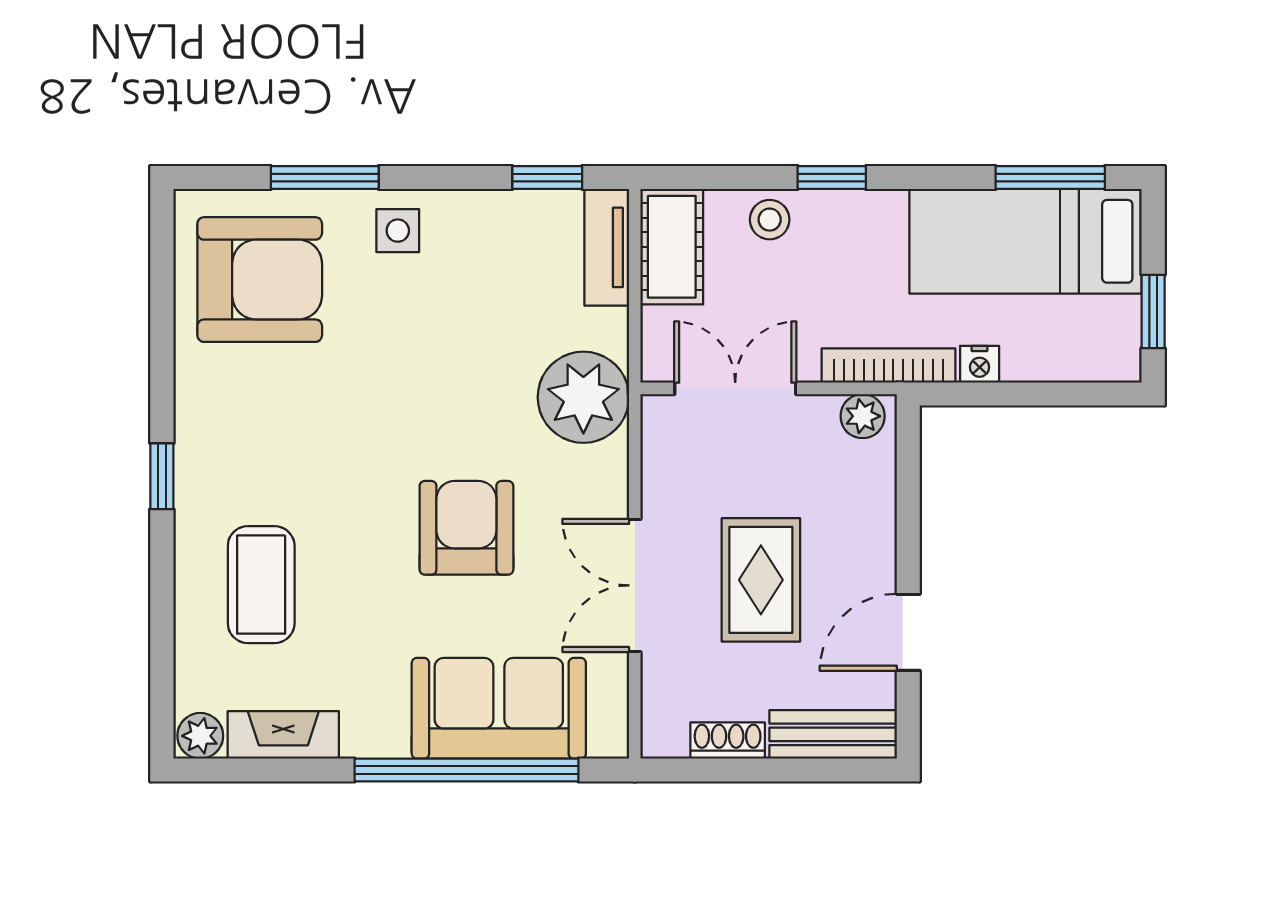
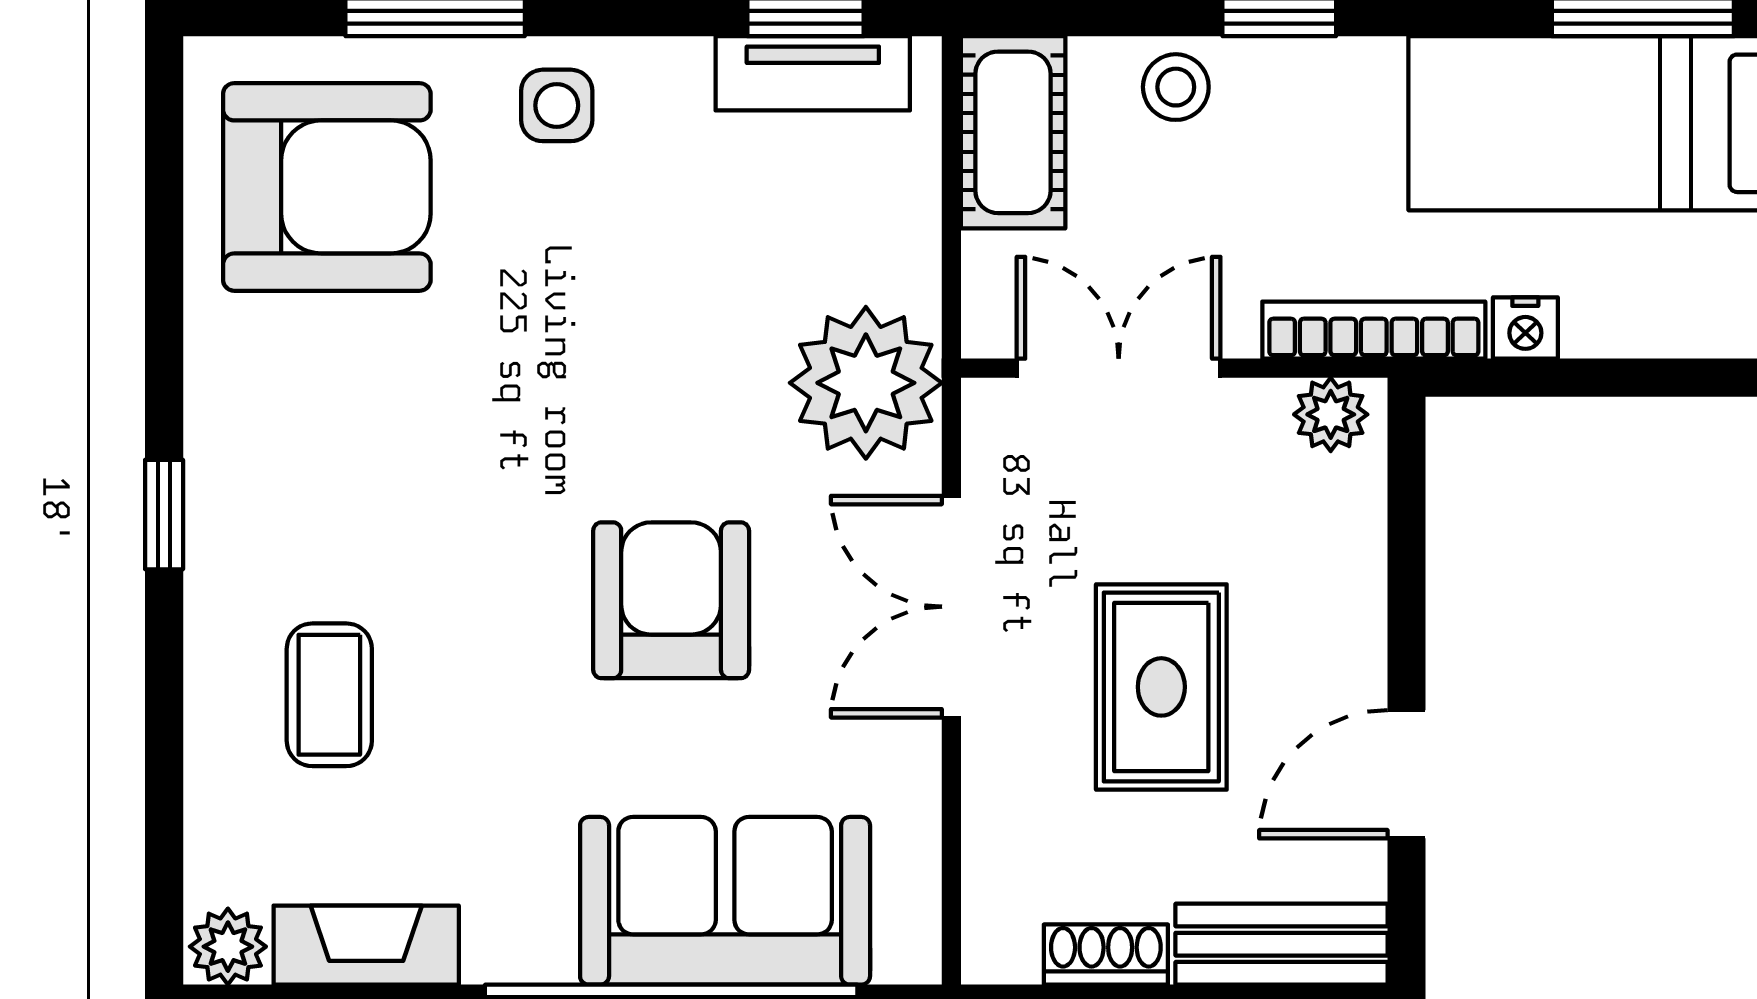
tv unit: (607, 247) -> (813, 73), moved, turned -90
coffee table: (261, 585) -> (329, 695), width x0.73, depth x0.77
double door: (635, 585) -> (951, 607), moved

